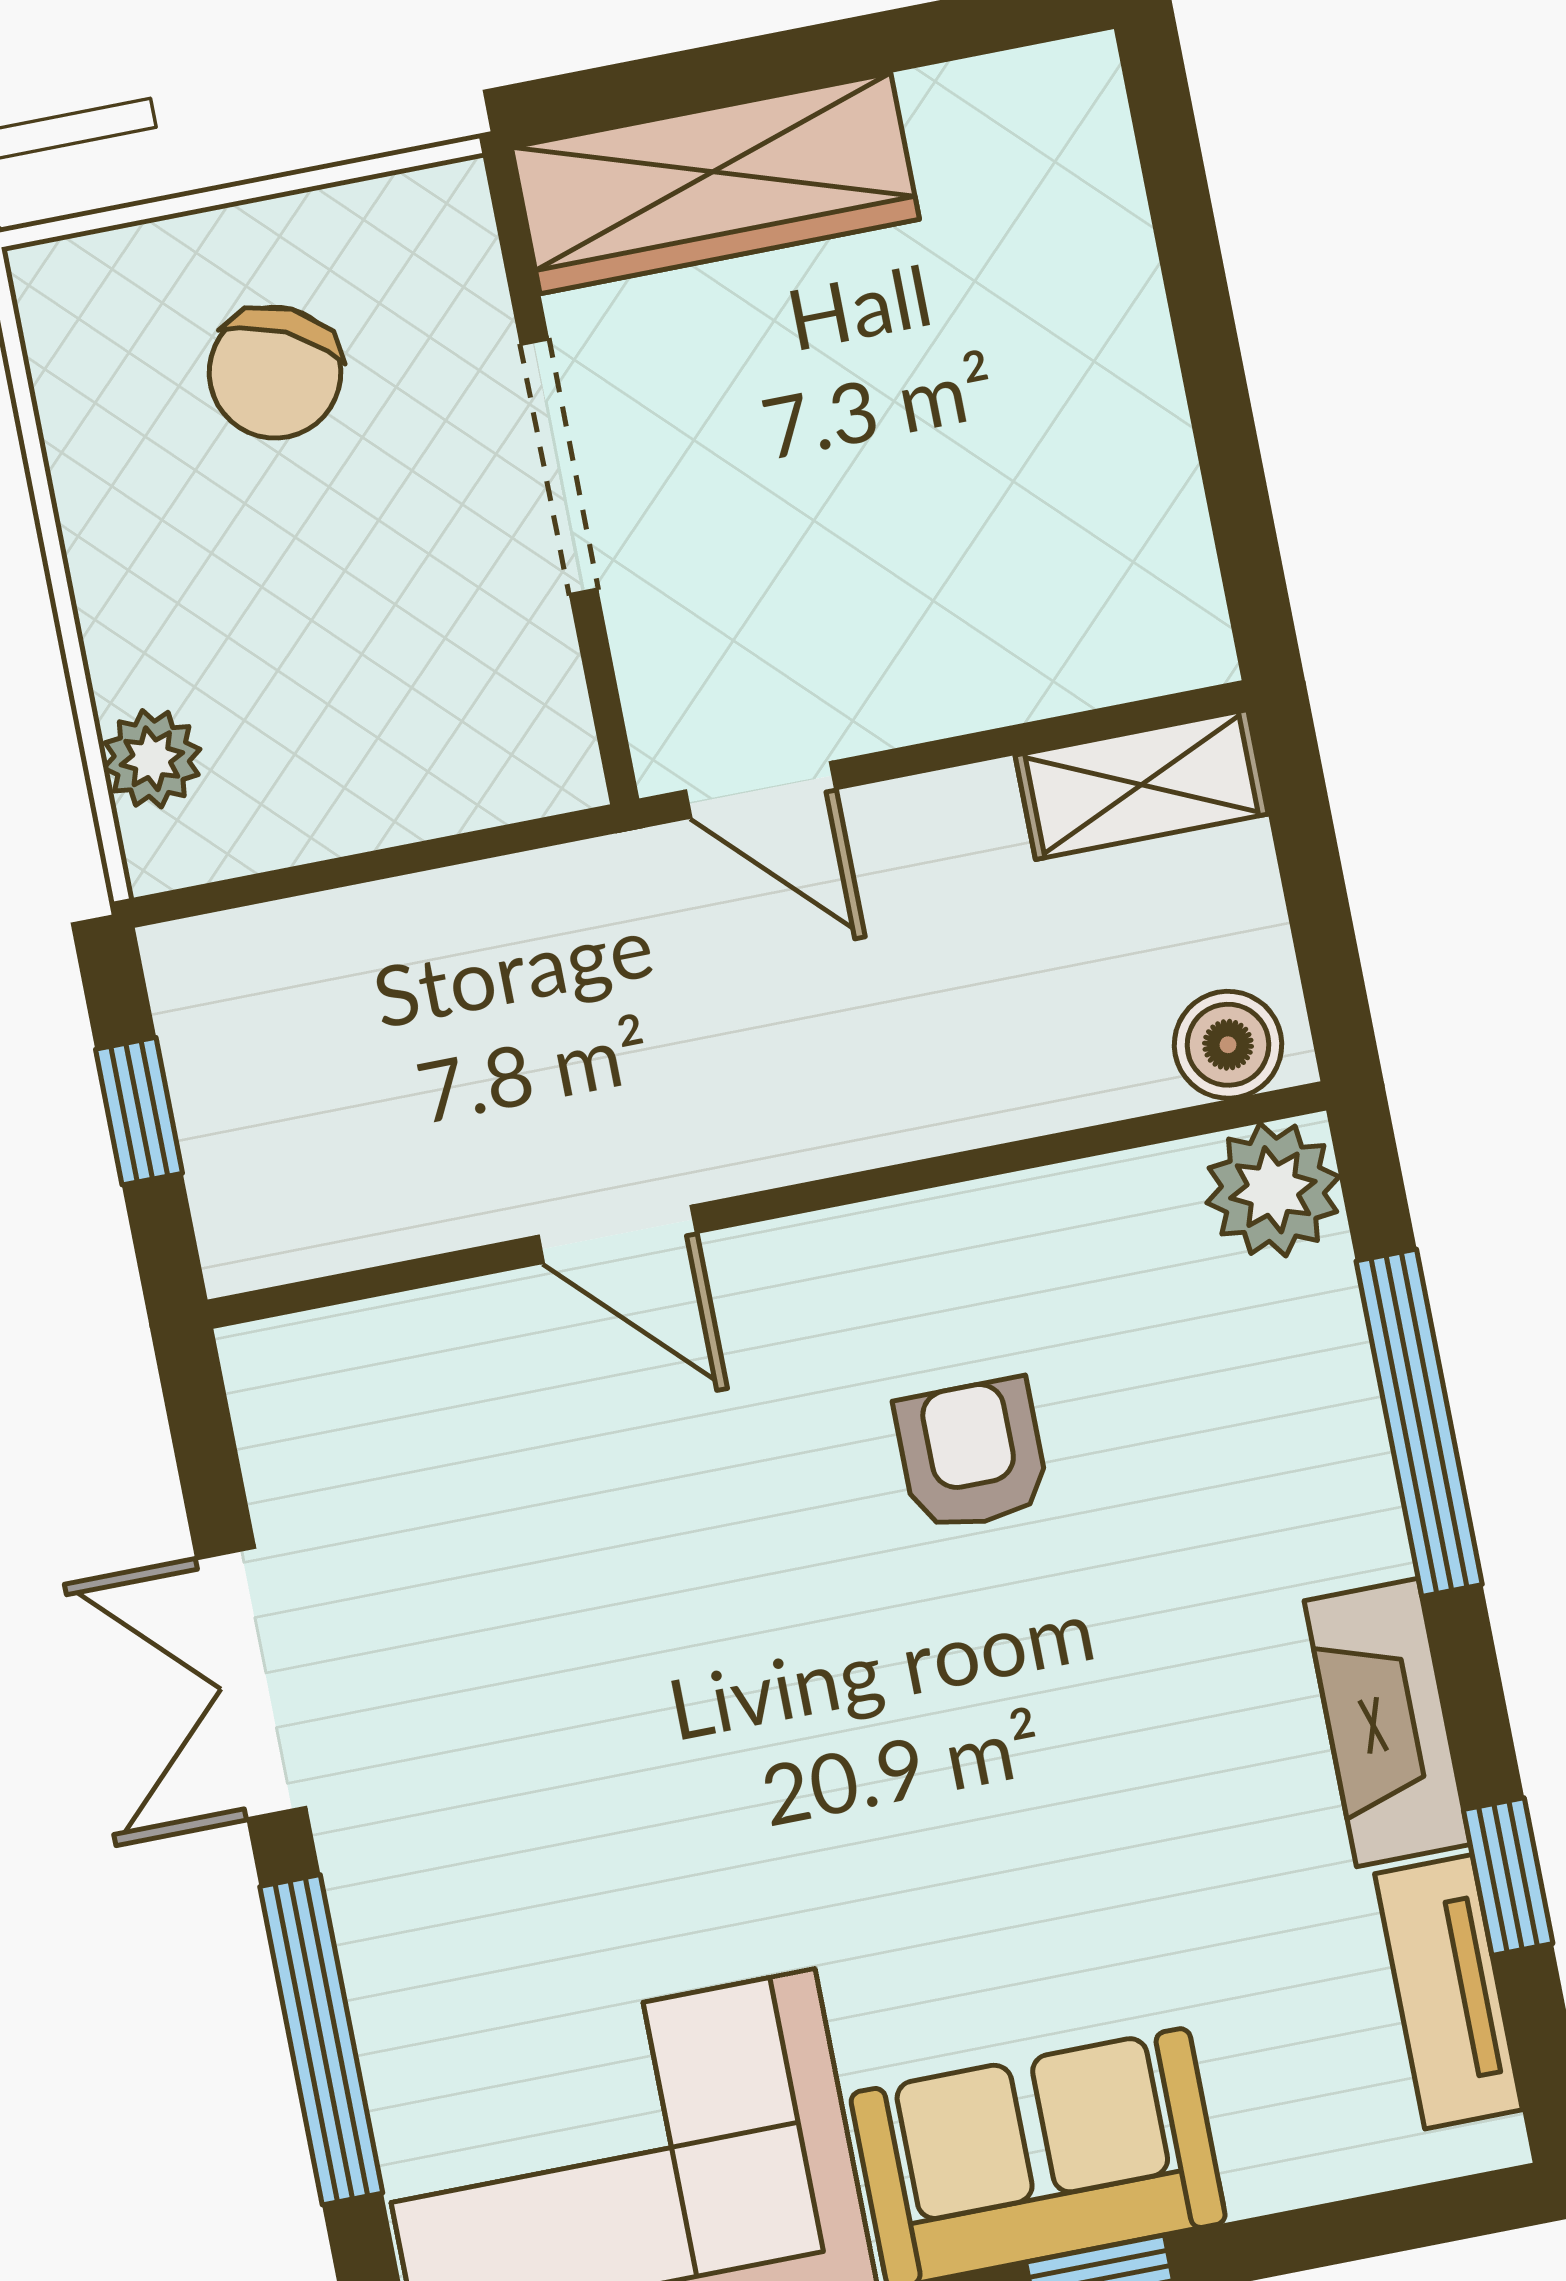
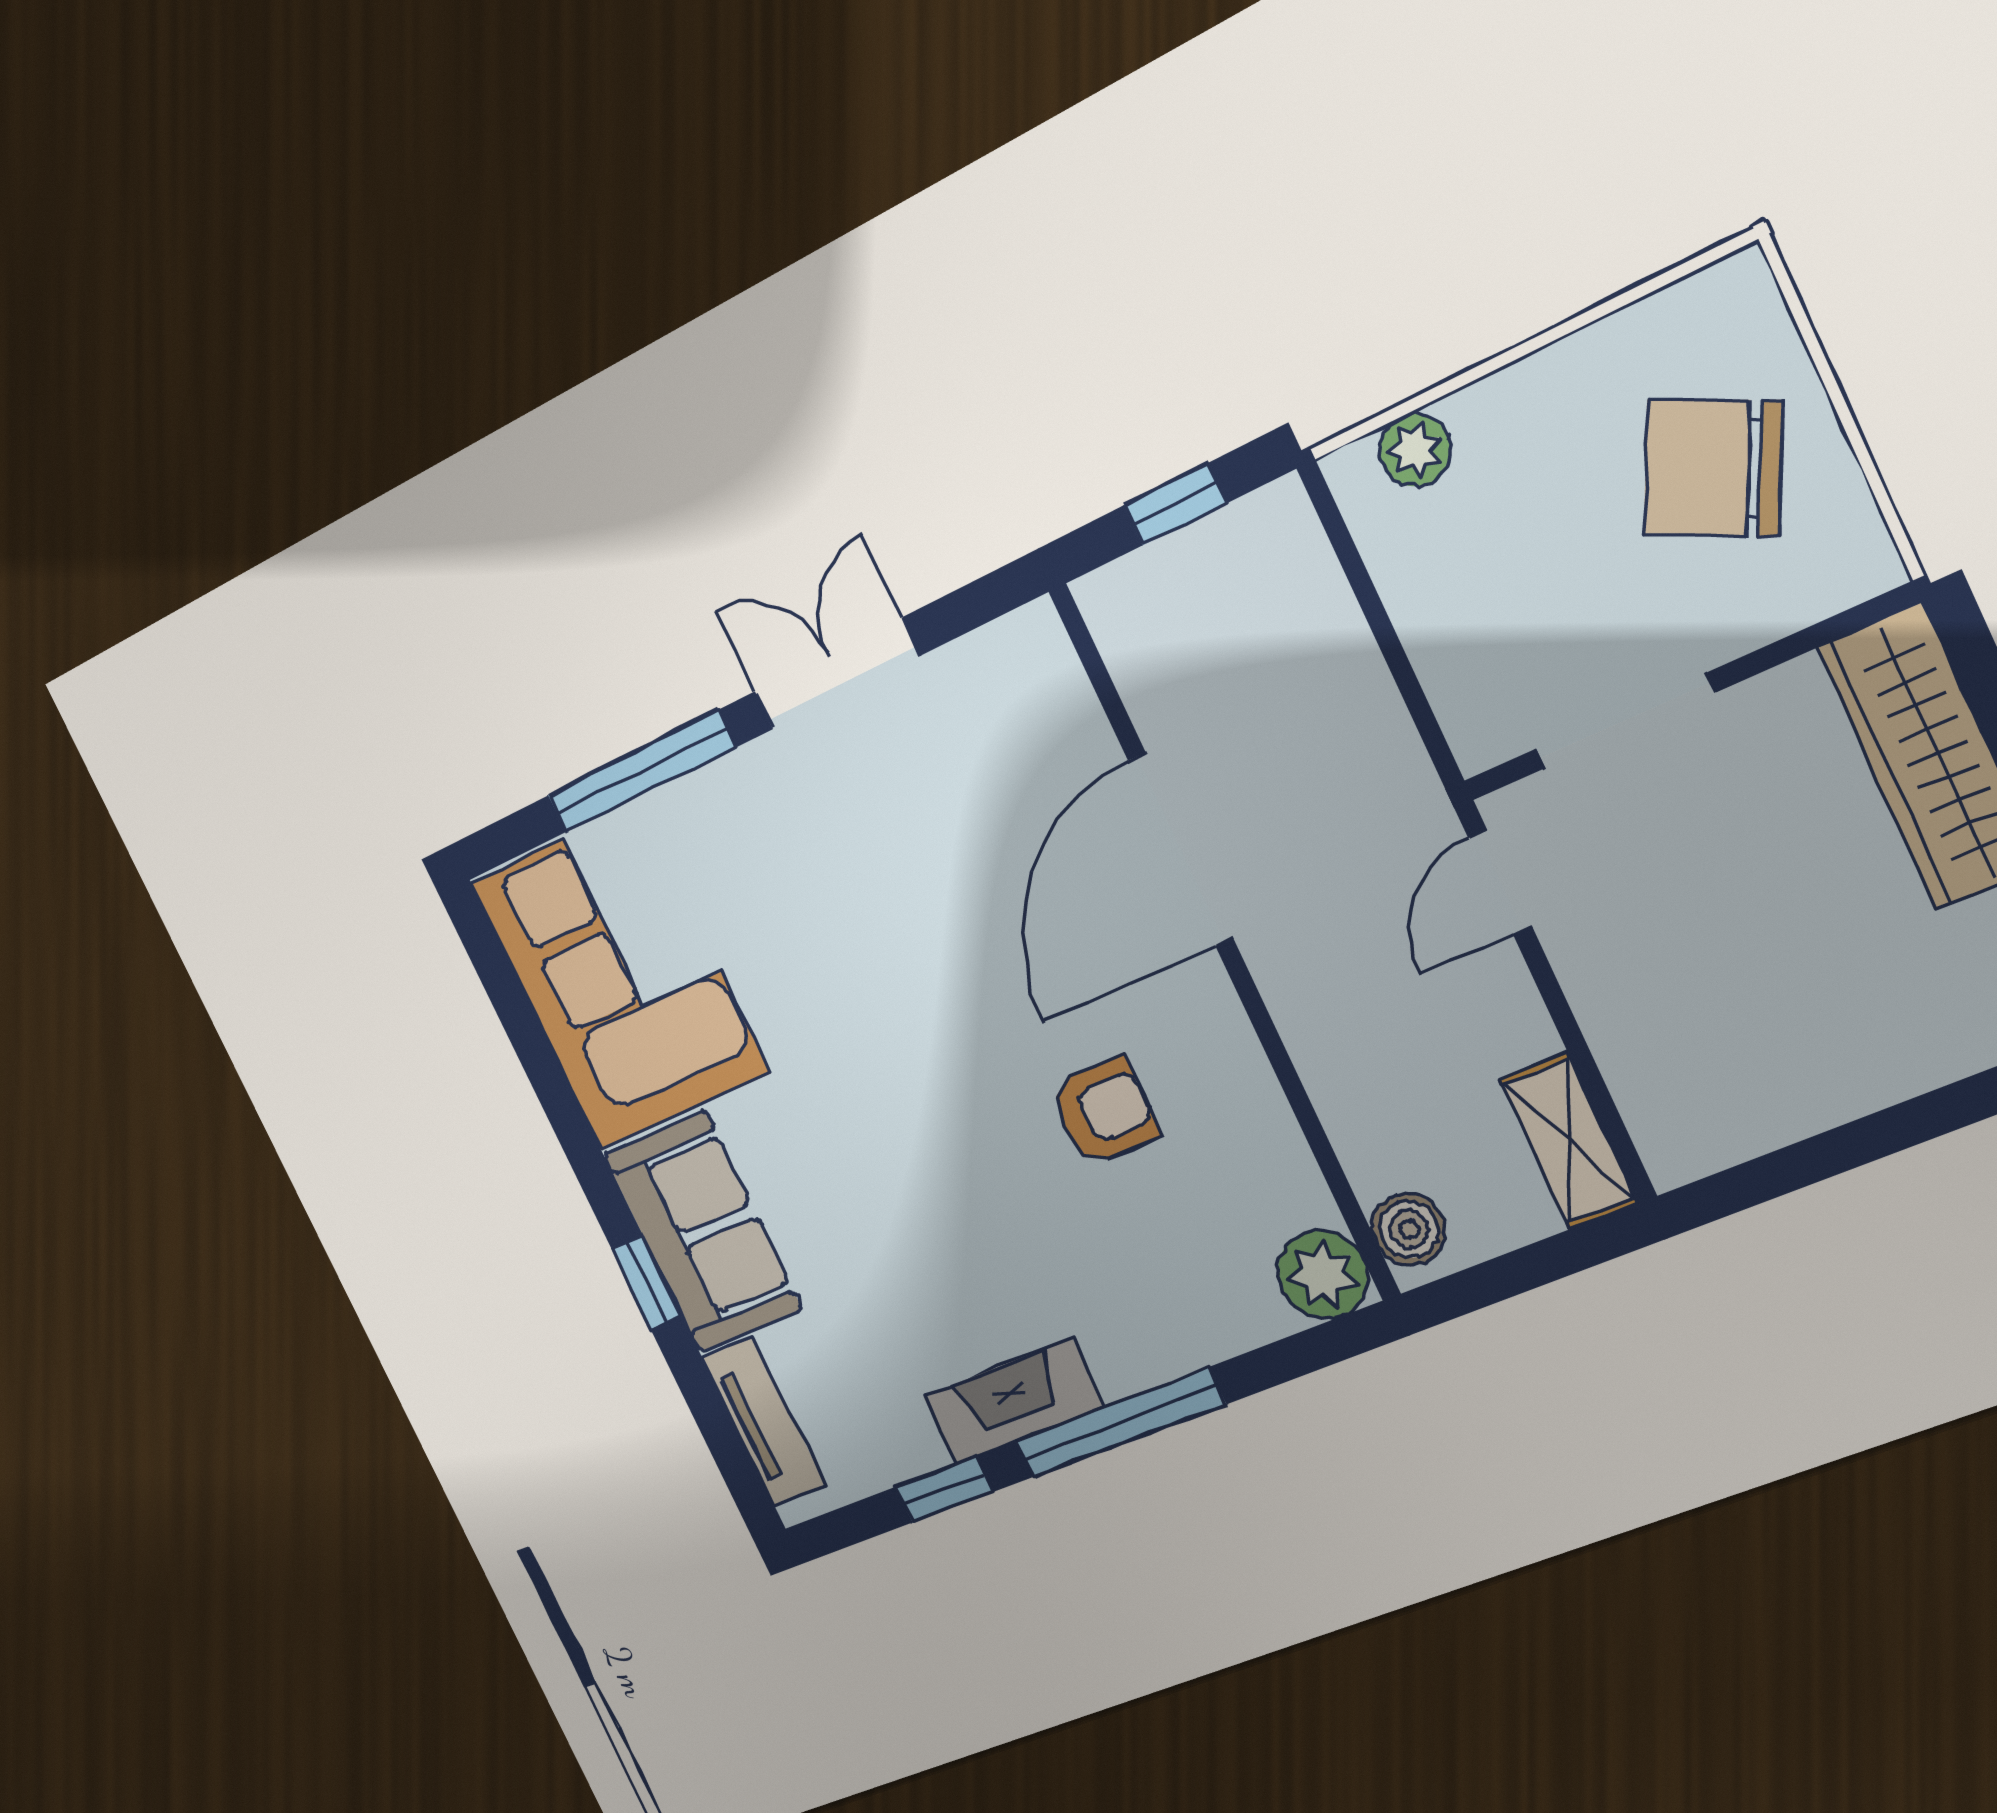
chair: (275, 373) -> (1713, 468), width x1.37, depth x1.37
doorway: (559, 467) -> (1625, 721), moved
door: (617, 1234) -> (1181, 849), width x1.88
window: (1419, 1423) -> (1120, 1423), moved
tv unit: (1449, 1992) -> (764, 1422), moved, turned 90

